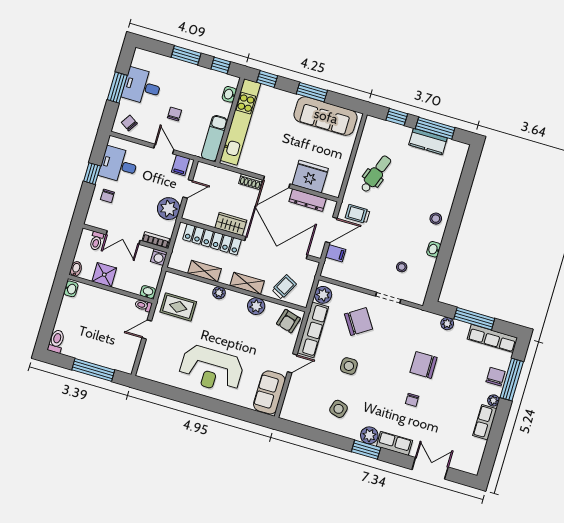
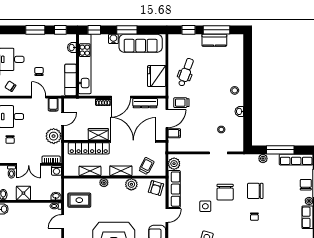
water cooler: (290, 99) -> (113, 39), added
fridge: (310, 176) -> (157, 76), moved, turned -90
chair: (359, 321) -> (225, 192), moved, turned 123

